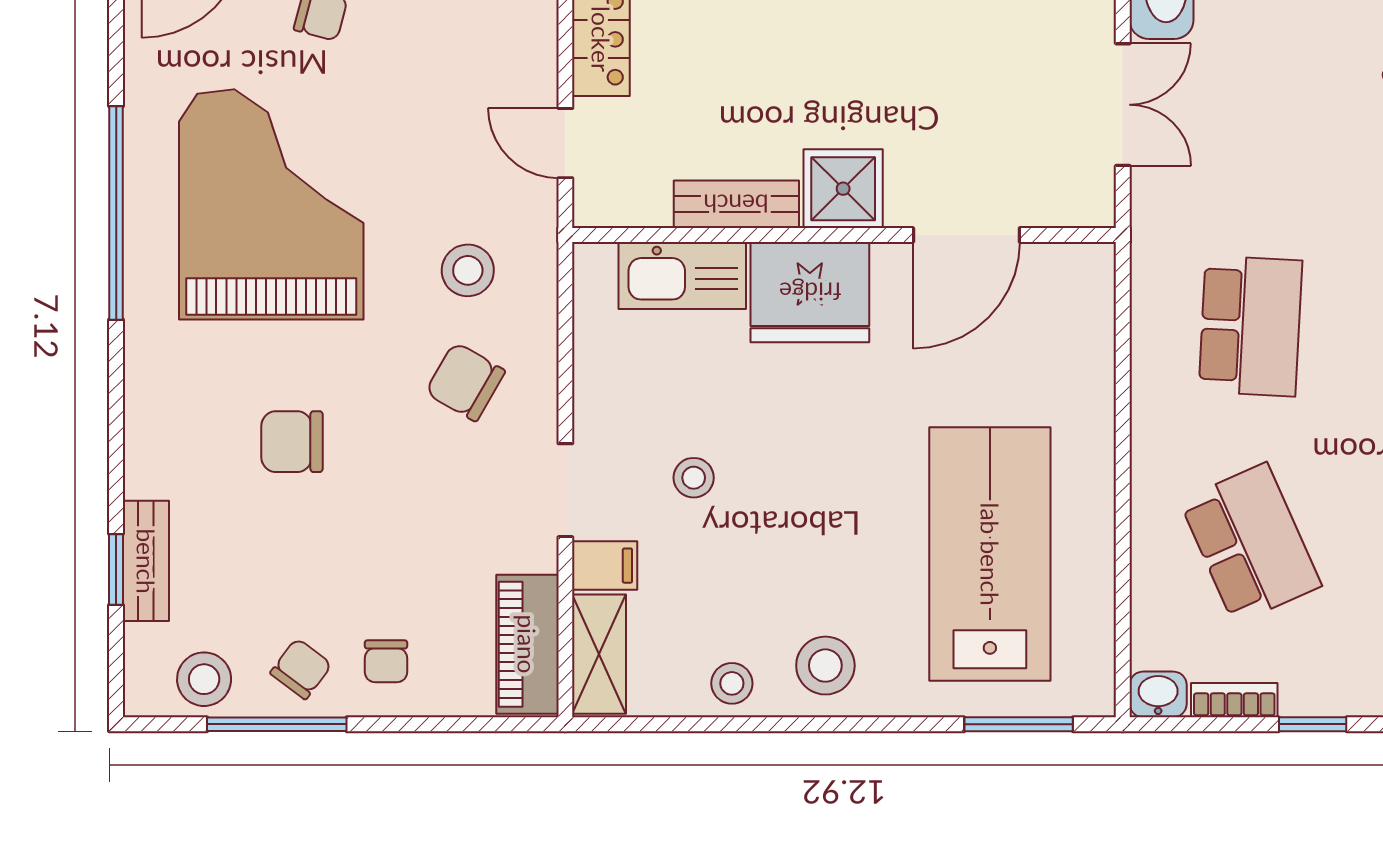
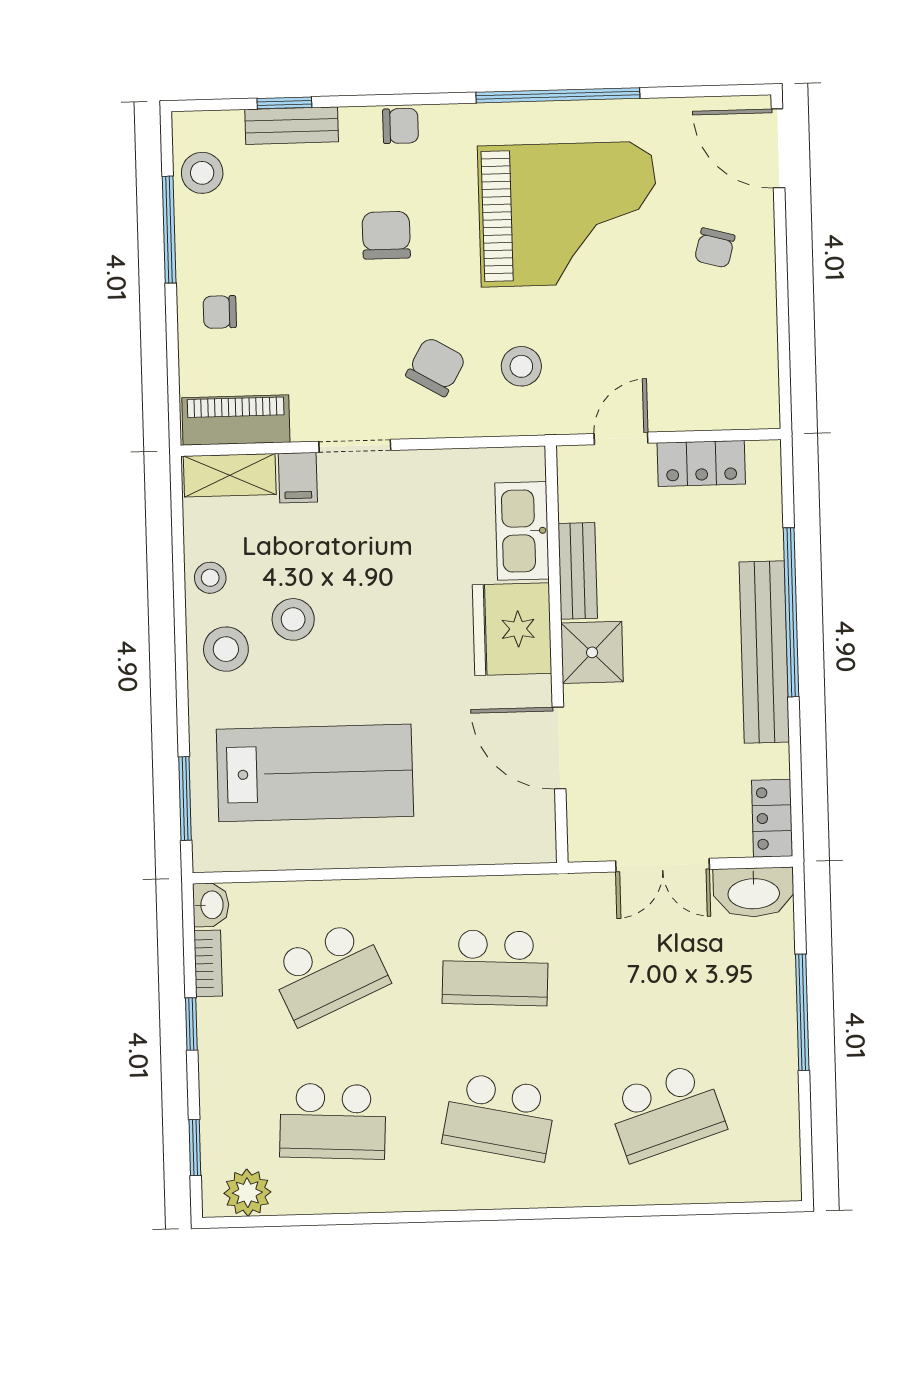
stool: (694, 478) -> (293, 619), moved, width x1.37, depth x1.37
chair: (301, 669) -> (400, 126), moved, turned -37

